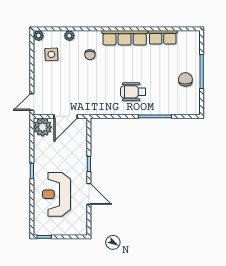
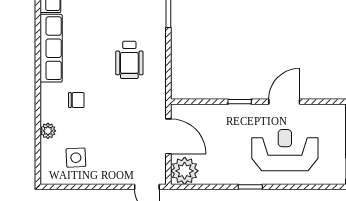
plant: (39, 36) -> (48, 177), removed
wheelchair: (133, 92) -> (129, 60), moved
reception desk: (56, 194) -> (285, 150), turned 180

